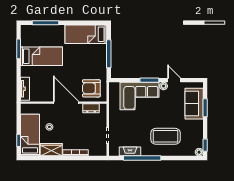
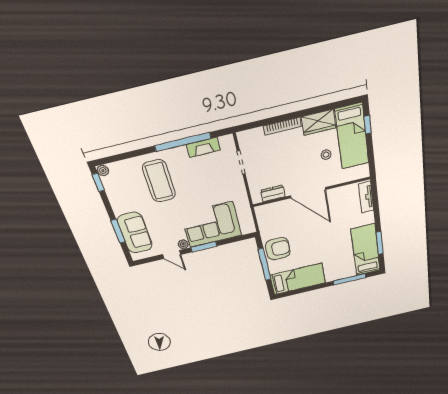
bed: (41, 56) -> (366, 250), moved, turned 90
armchair: (91, 88) -> (278, 249), moved
coffee table: (166, 136) -> (159, 181), turned 90

